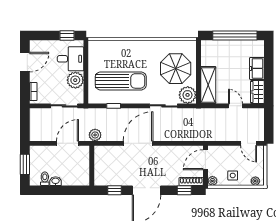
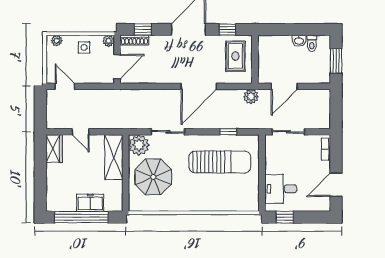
freezer: (257, 68) -> (90, 203), moved, turned -90
plant: (75, 80) -> (275, 163), removed
sun lounger: (121, 81) -> (220, 162), turned 180
rug: (108, 168) -> (235, 56), added

